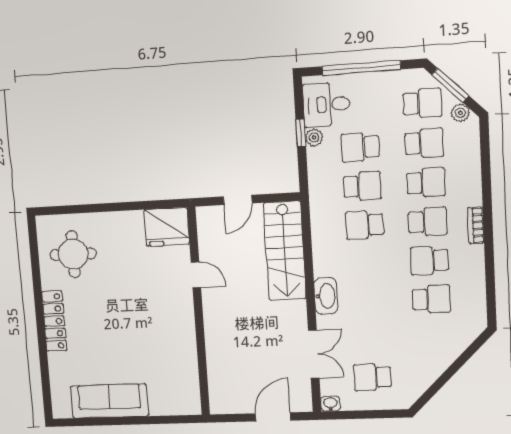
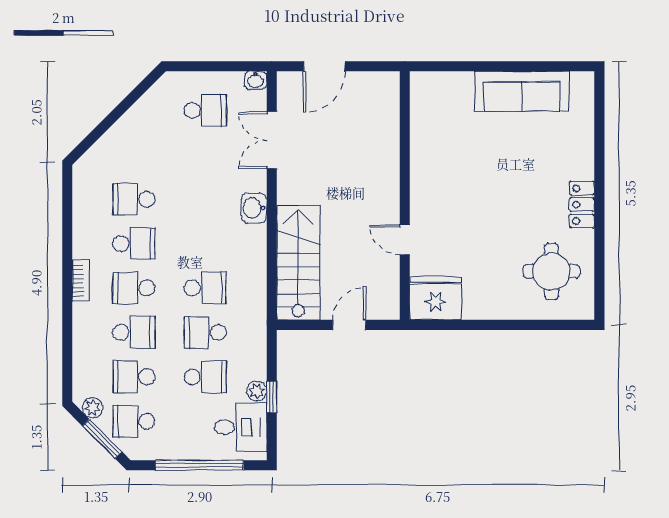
school desk: (426, 183) -> (134, 332), turned 180
washbasin: (326, 296) -> (254, 208), width x0.72
locker: (54, 321) -> (582, 205), width x0.66

